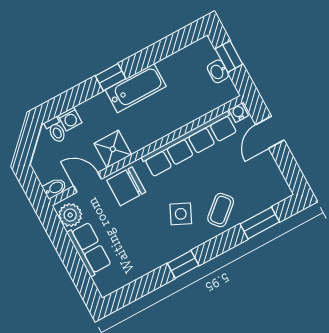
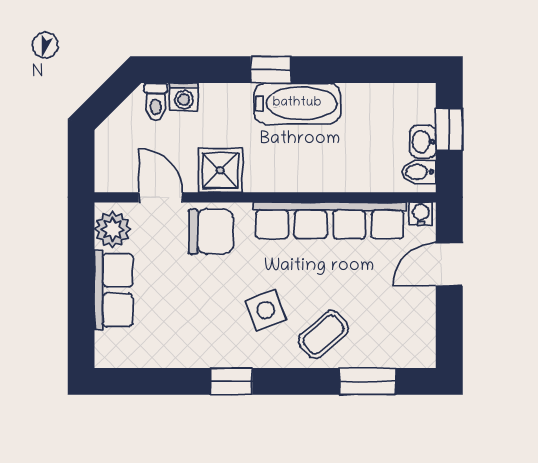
chair: (126, 186) -> (211, 231), turned 180
bidet: (55, 188) -> (419, 172), moved, turned 180
side table: (181, 214) -> (266, 310), turned 45

